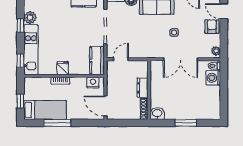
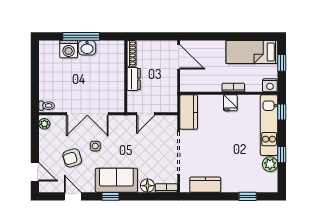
armchair: (212, 27) -> (72, 158), moved, turned 73
door: (121, 59) -> (146, 114), moved
double door: (181, 59) -> (87, 114), swing flipped
washing machine: (213, 78) -> (69, 49), moved, turned 90
nightstand: (93, 83) -> (270, 85), moved
washbasin: (157, 113) -> (87, 48), moved
window: (57, 123) -> (237, 36), removed
window: (186, 123) -> (81, 36), width x1.44

